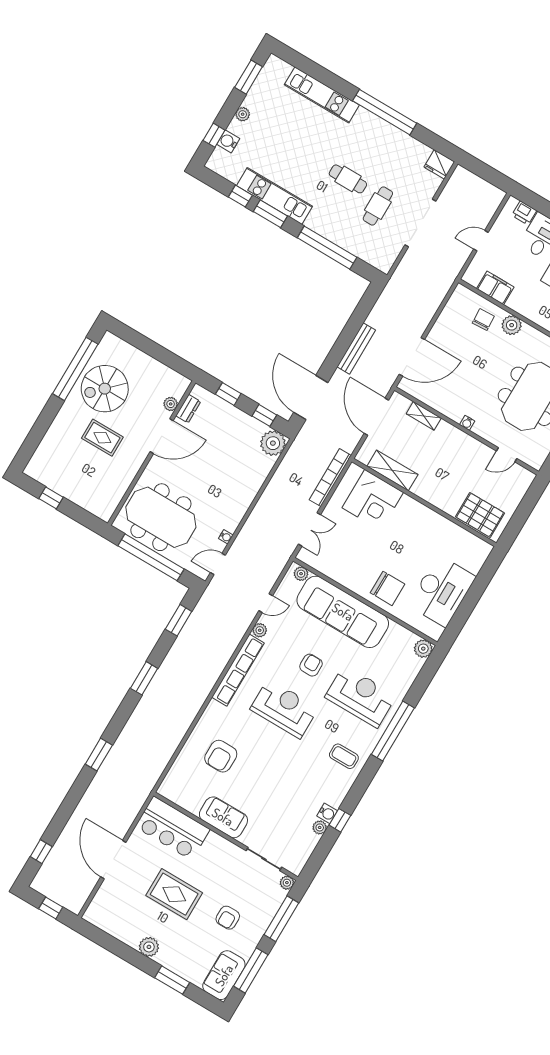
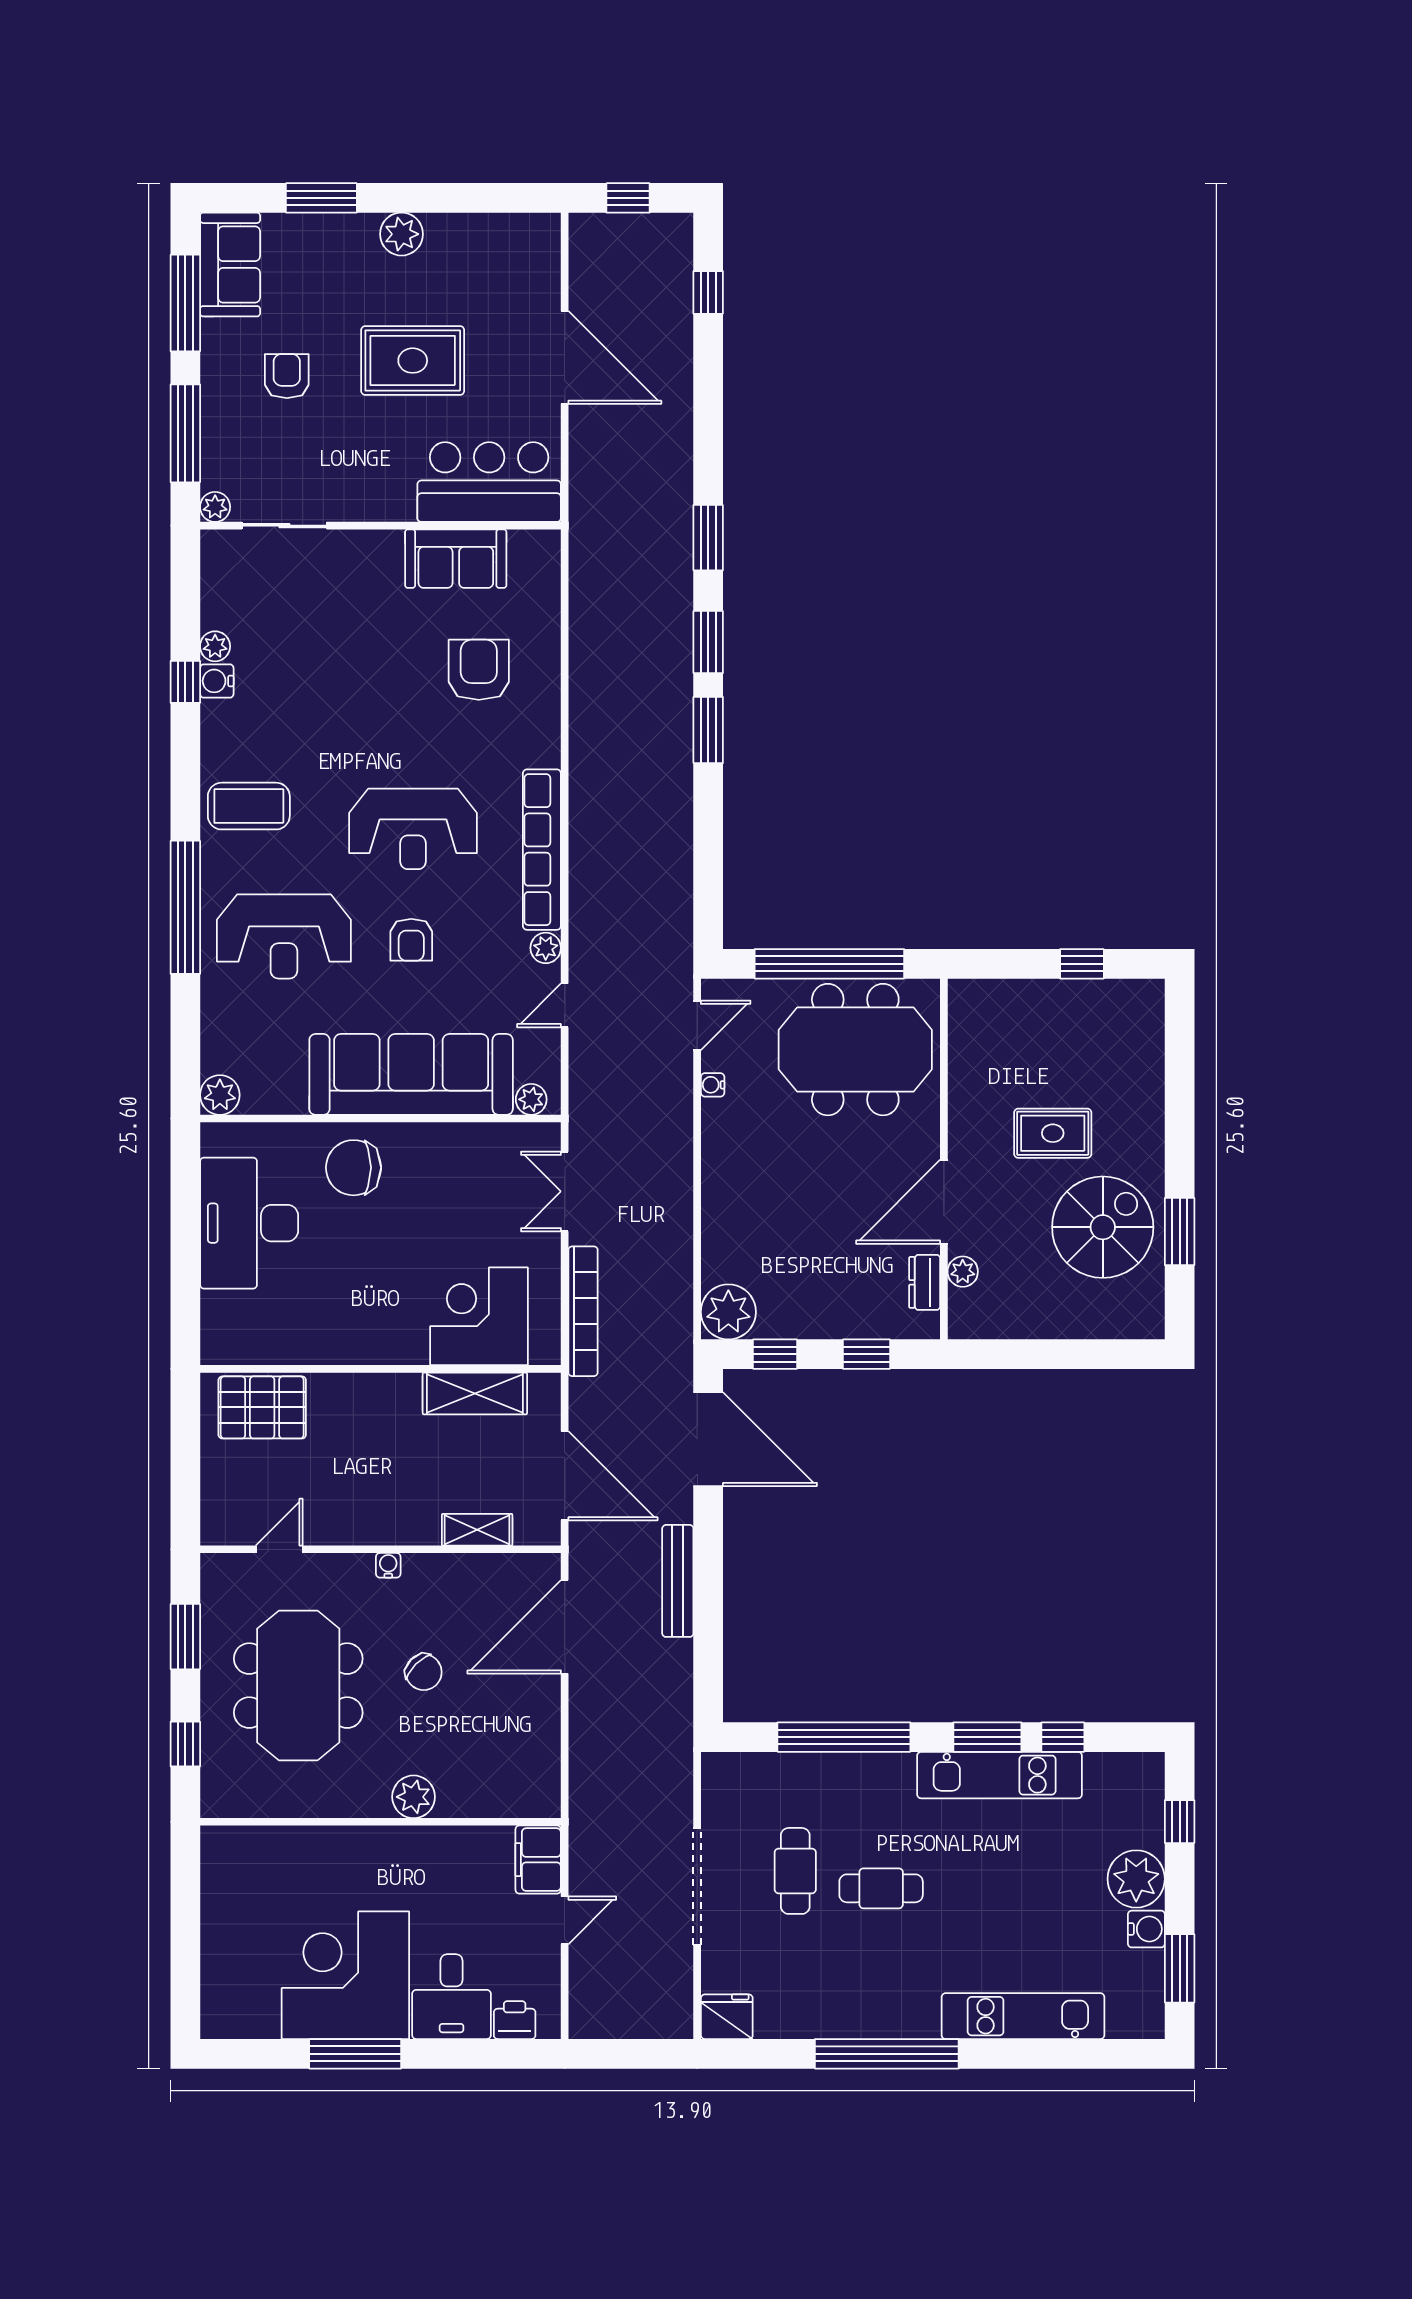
plant: (243, 114) -> (1136, 1879), width x1.88, depth x1.88
water cooler: (228, 141) -> (1146, 1929), moved
filing cabinet: (495, 288) -> (538, 1860), moved, turned 90
chair: (483, 320) -> (424, 1672), moved, turned -42
window: (75, 369) -> (1180, 1231), width x0.47
window: (179, 620) -> (708, 642), moved
coffee table: (344, 756) -> (249, 806), width x1.36, depth x1.30
sofa: (223, 817) -> (456, 559), moved

